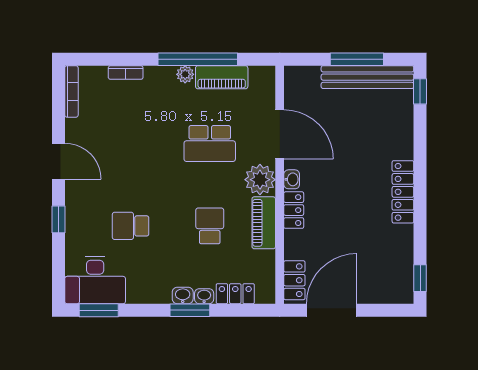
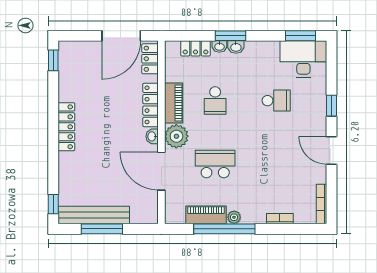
locker: (294, 210) -> (150, 105), width x1.53

